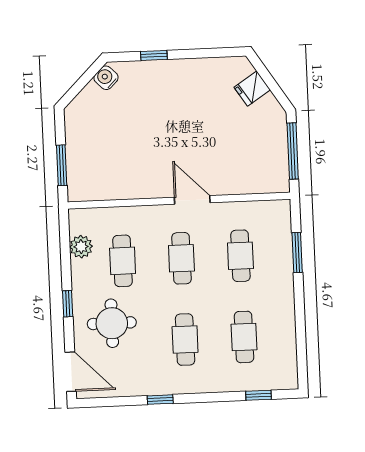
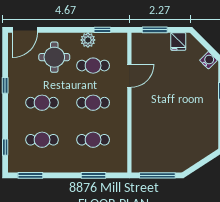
fridge: (252, 88) -> (178, 42), moved, turned -147
door: (192, 200) -> (129, 76), moved
plant: (81, 247) -> (88, 40), moved
window: (68, 304) -> (102, 30), moved
window: (301, 353) -> (30, 175), added

